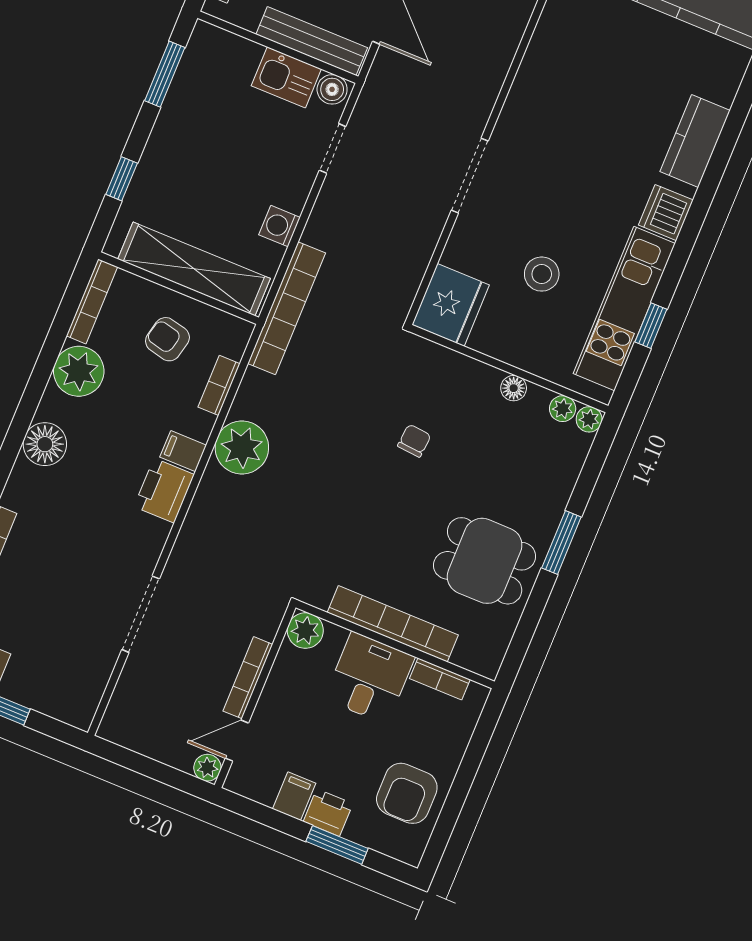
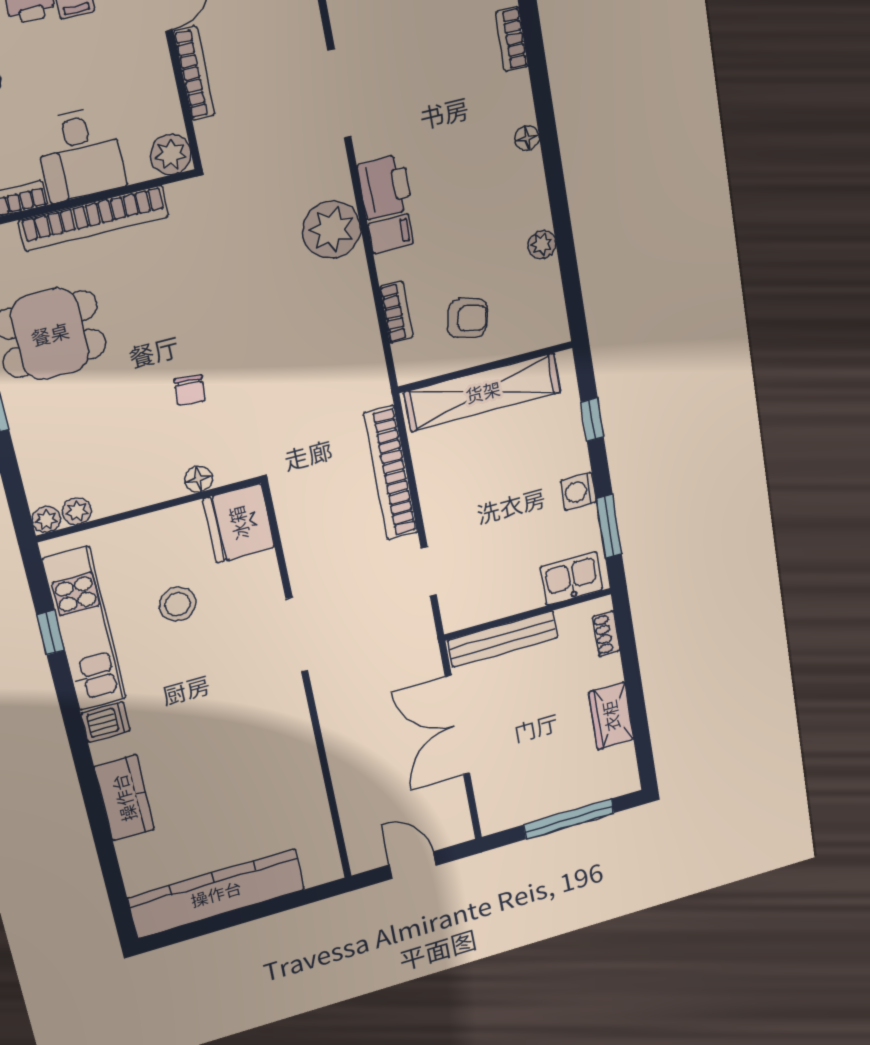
kitchen sink: (286, 77) -> (571, 578), moved
boiler: (332, 89) -> (461, 615), removed
dishwasher: (666, 213) -> (105, 722), width x0.73
washing machine: (280, 226) -> (578, 491), moved, turned 180
bookcase: (92, 301) -> (554, 302), removed
bookcase: (287, 308) -> (391, 473), moved
plant: (79, 371) -> (542, 245), width x0.53, depth x0.53
floor lamp: (514, 388) -> (199, 479), moved
floor lamp: (45, 444) -> (527, 138), width x0.53, depth x0.53
plant: (242, 447) -> (332, 230), moved
doorway: (141, 614) -> (339, 94), moved

